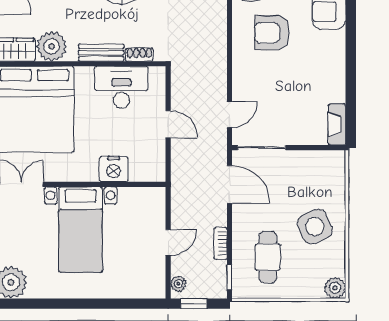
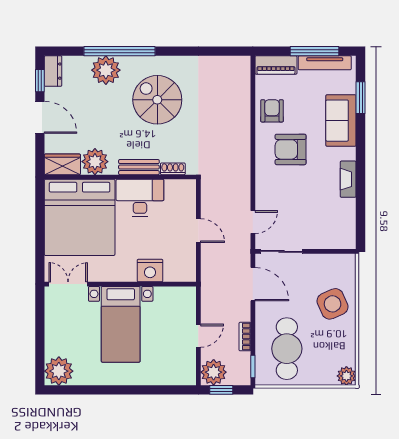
desk: (121, 87) -> (140, 198), moved
fireplace: (337, 125) -> (348, 179), moved
side table: (315, 227) -> (333, 304), moved
cafe table: (268, 257) -> (287, 349), width x1.37, depth x1.35
plant: (178, 284) -> (214, 372), width x1.88, depth x1.88

